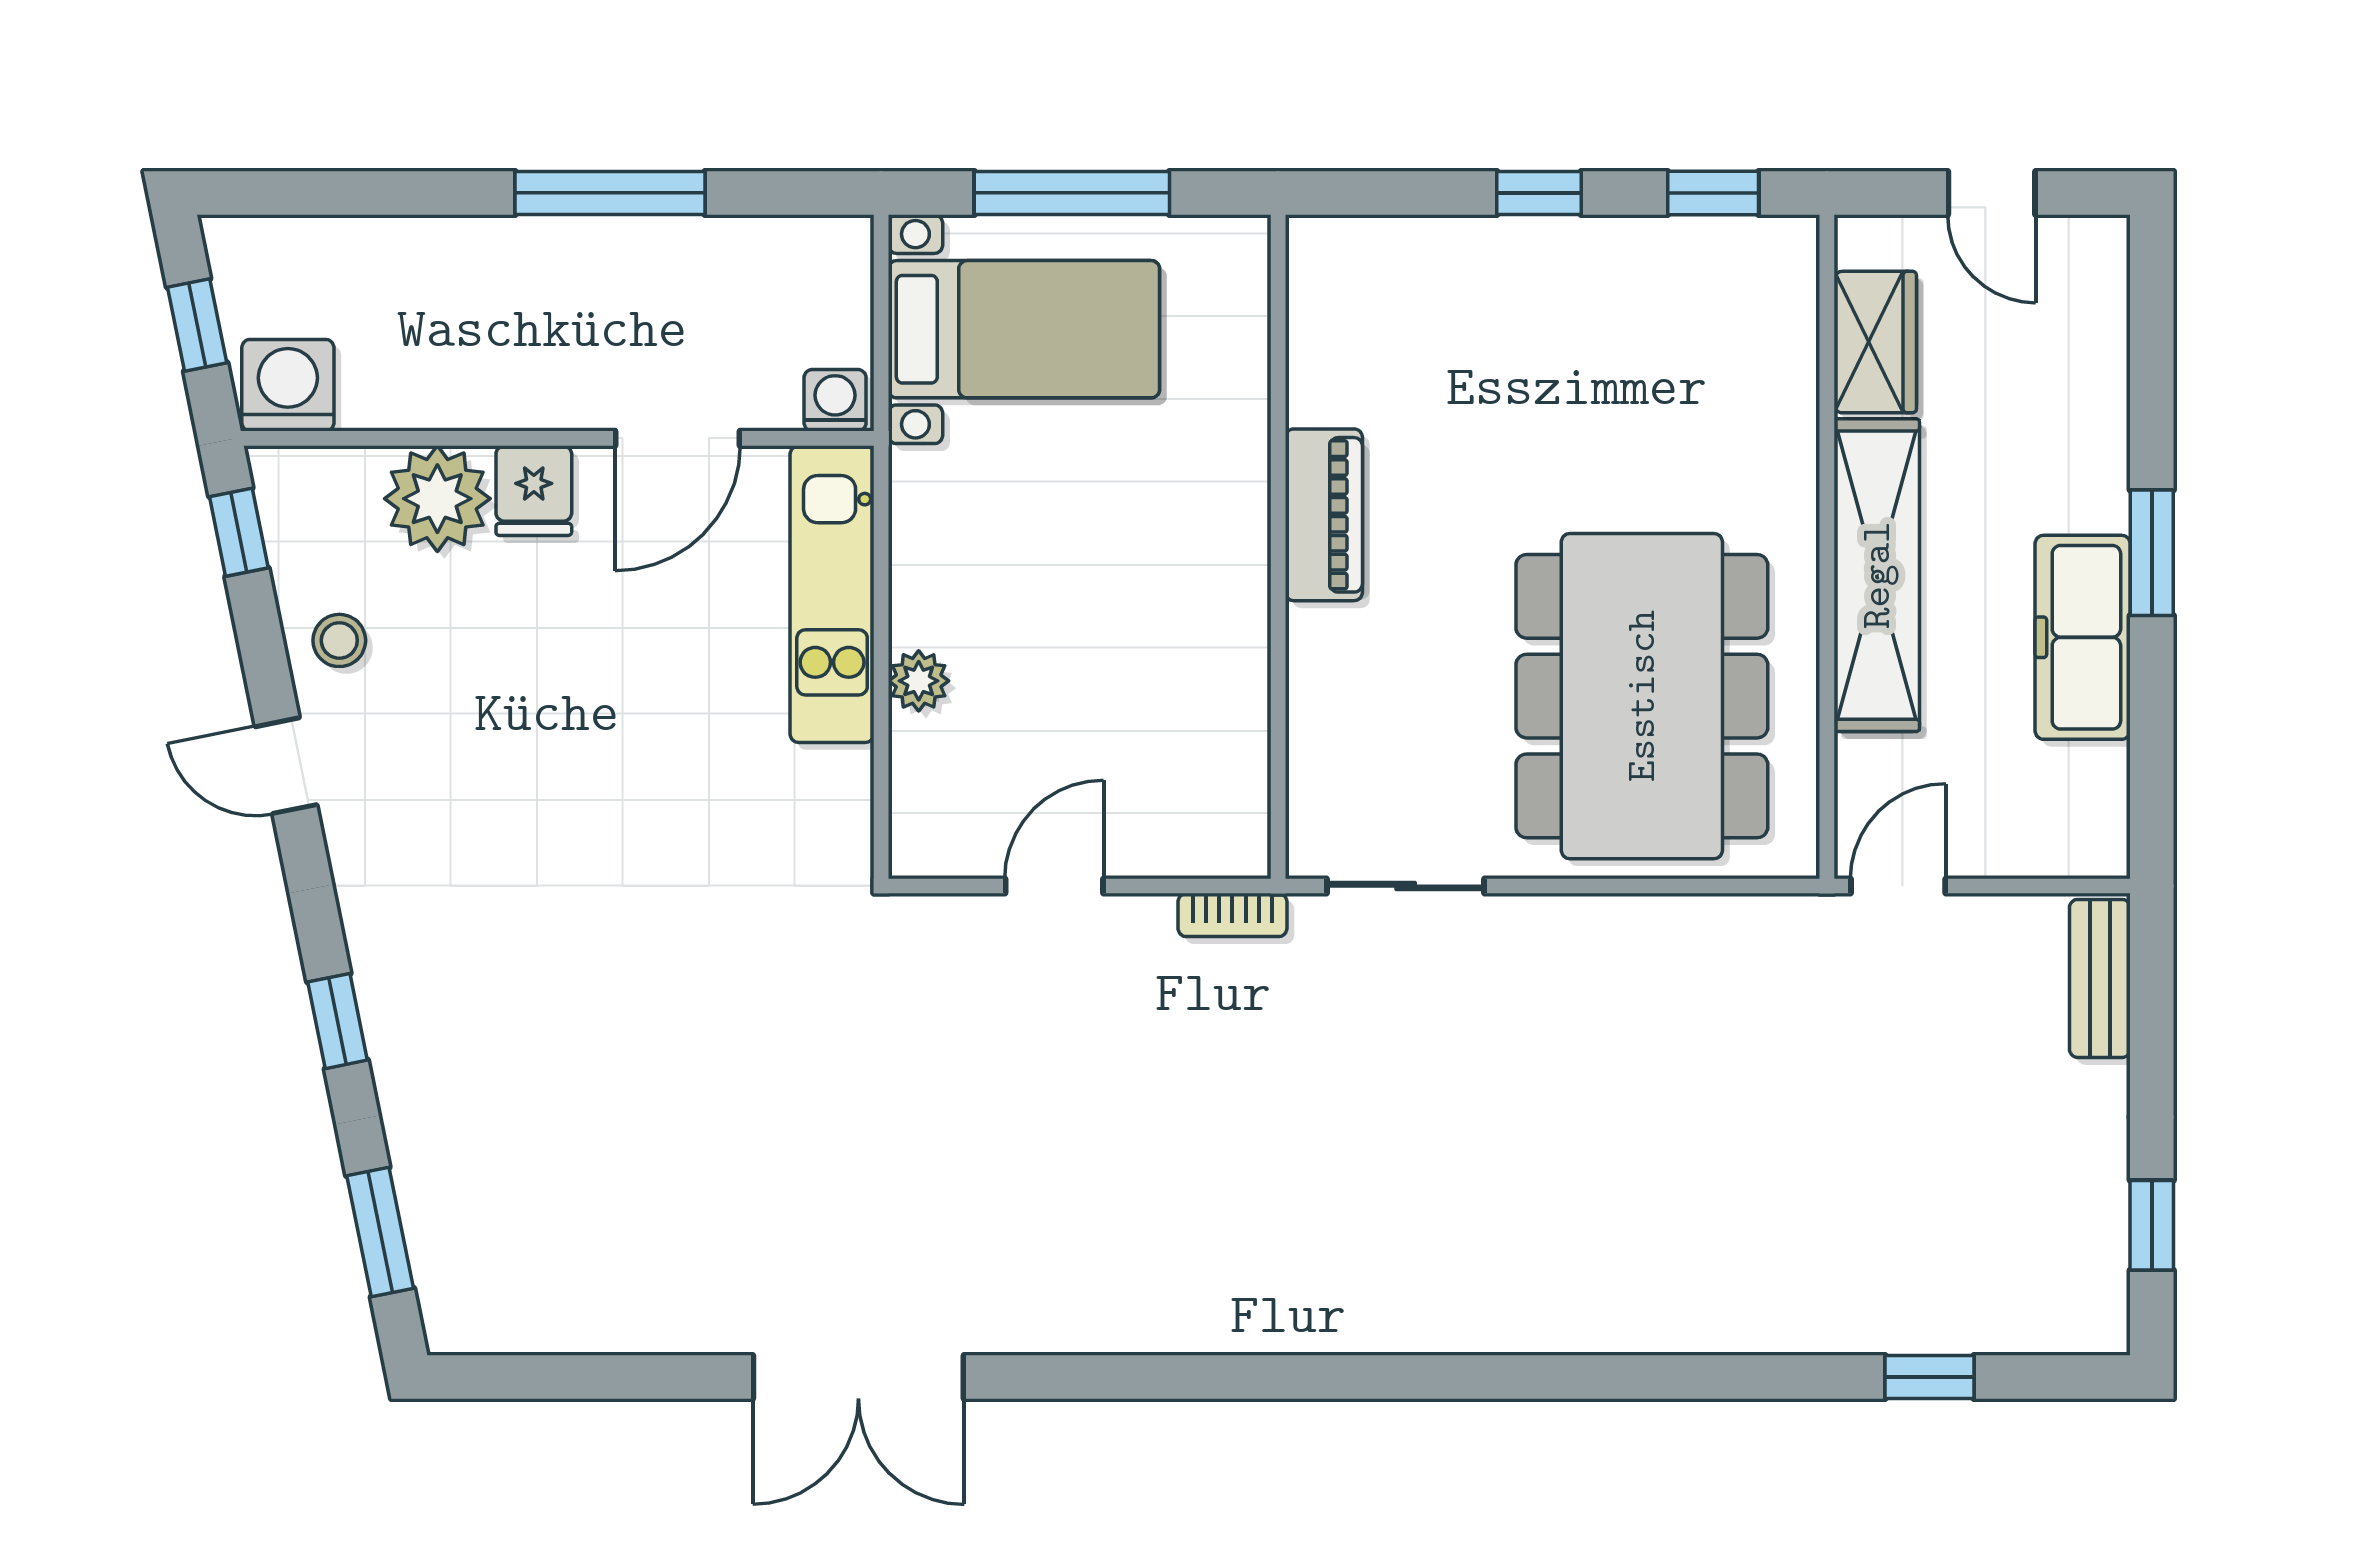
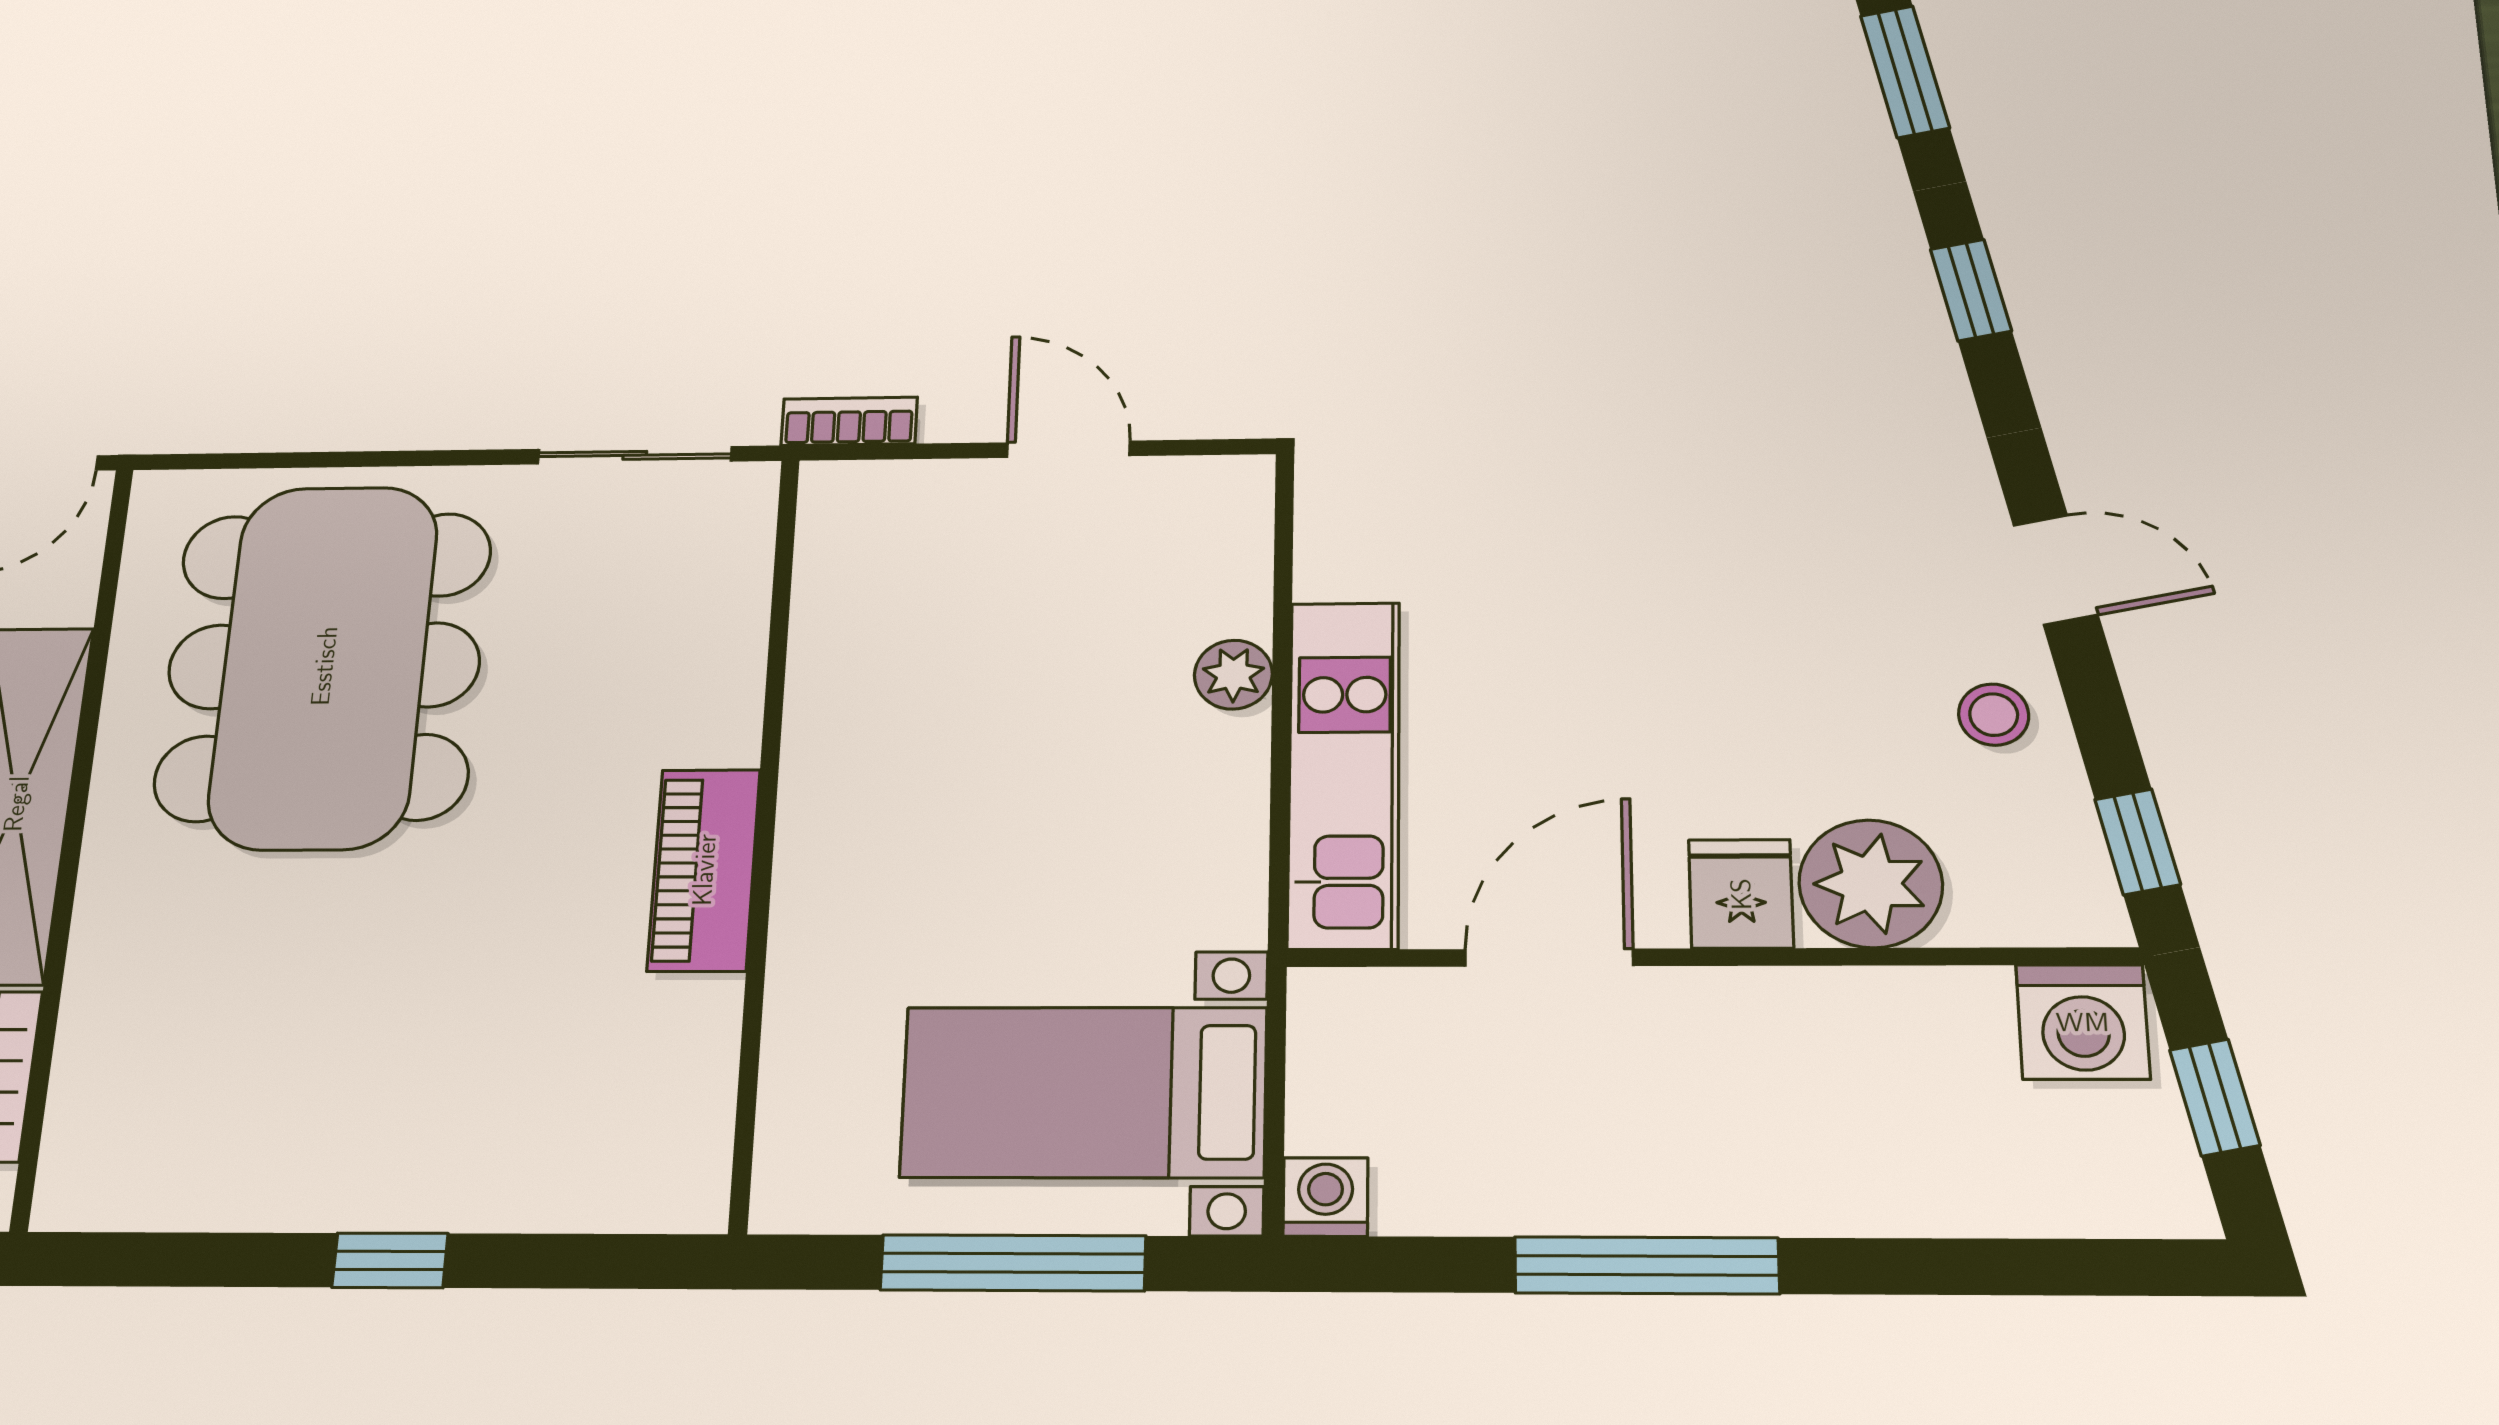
window: (1713, 193) -> (162, 1260), removed
washing machine: (835, 400) -> (1325, 1197), moved, turned 180
door: (1054, 886) -> (1068, 449), swing flipped

